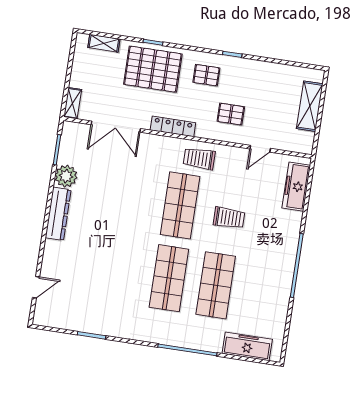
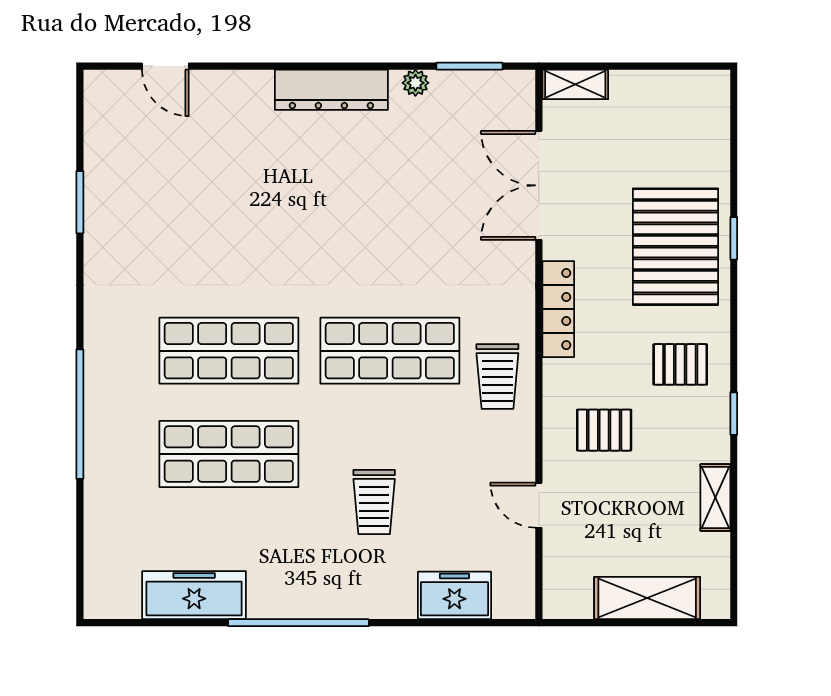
shelving: (104, 43) -> (715, 497), moved
pallet: (206, 75) -> (680, 364), turned 90
pallet: (231, 114) -> (604, 430), turned 90
trolley: (199, 159) -> (497, 376), turned 180
plant: (66, 176) -> (415, 83), width x0.53, depth x0.53
freezer: (296, 187) -> (454, 595), width x0.71
trolley: (229, 218) -> (374, 502), moved
freezer: (247, 346) -> (194, 595), moved, turned -90

